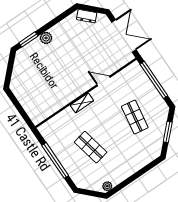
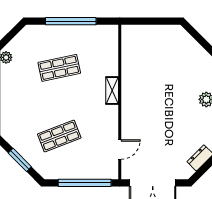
door: (103, 81) -> (120, 150), moved
shop shelf: (135, 117) -> (59, 136), turned -30

